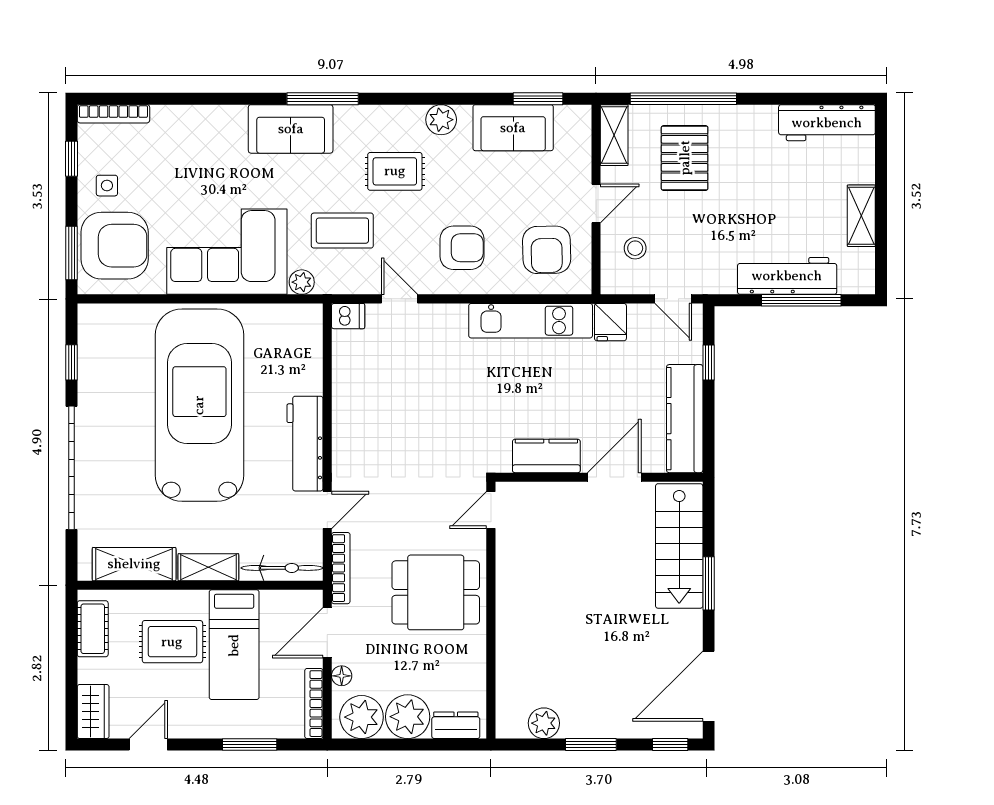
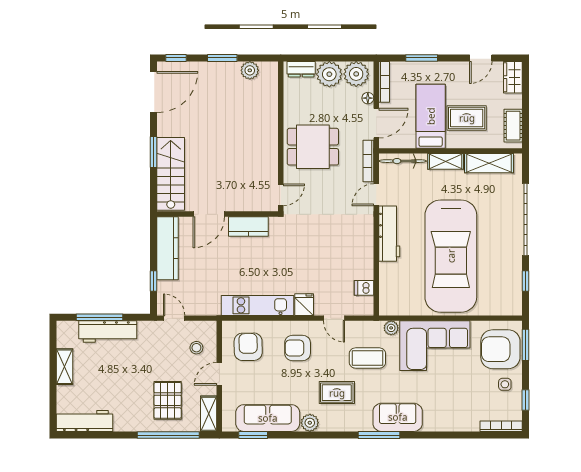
sofa: (513, 128) -> (268, 418), width x1.36
dishwasher: (348, 316) -> (364, 288), moved
fridge: (610, 322) -> (304, 305), moved

